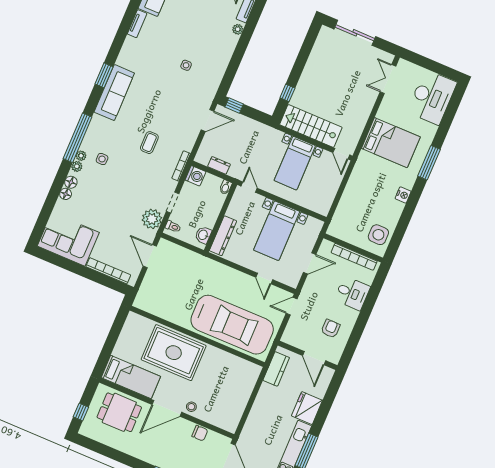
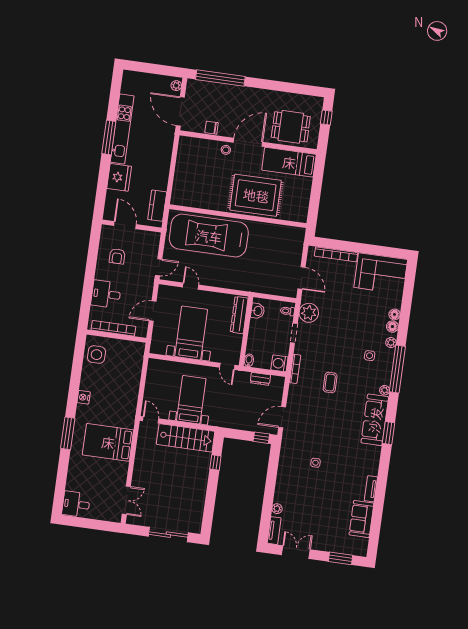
desk: (432, 97) -> (76, 504), width x0.53, depth x0.77
plant: (81, 156) -> (385, 390), moved

